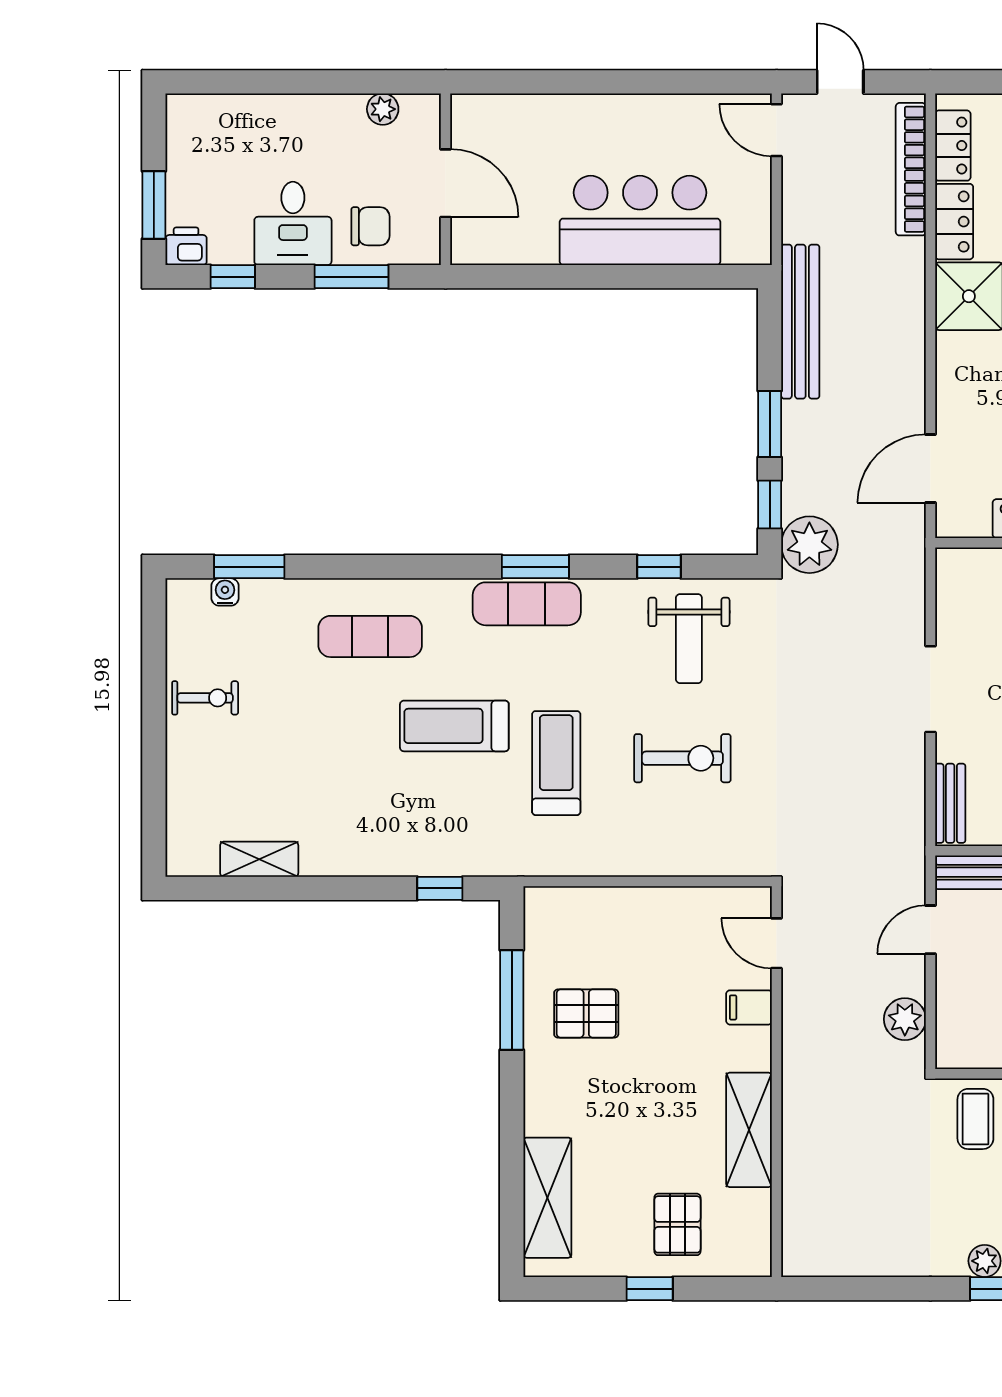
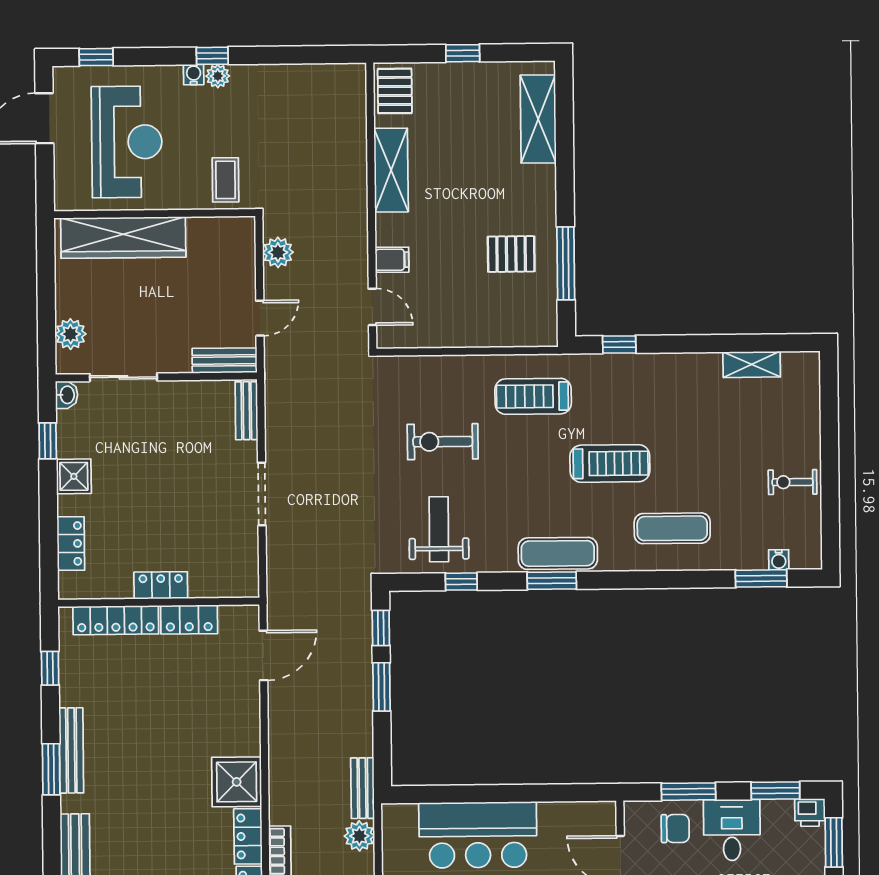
chair: (370, 226) -> (675, 829), turned 180
window: (233, 277) -> (775, 791), width x1.50
bench: (800, 322) -> (363, 788), width x0.54, depth x0.82
plant: (809, 545) -> (359, 836), moved, width x0.73, depth x0.73
treadmill: (556, 763) -> (533, 396), moved, turned 90
pallet: (677, 1224) -> (395, 91), moved

